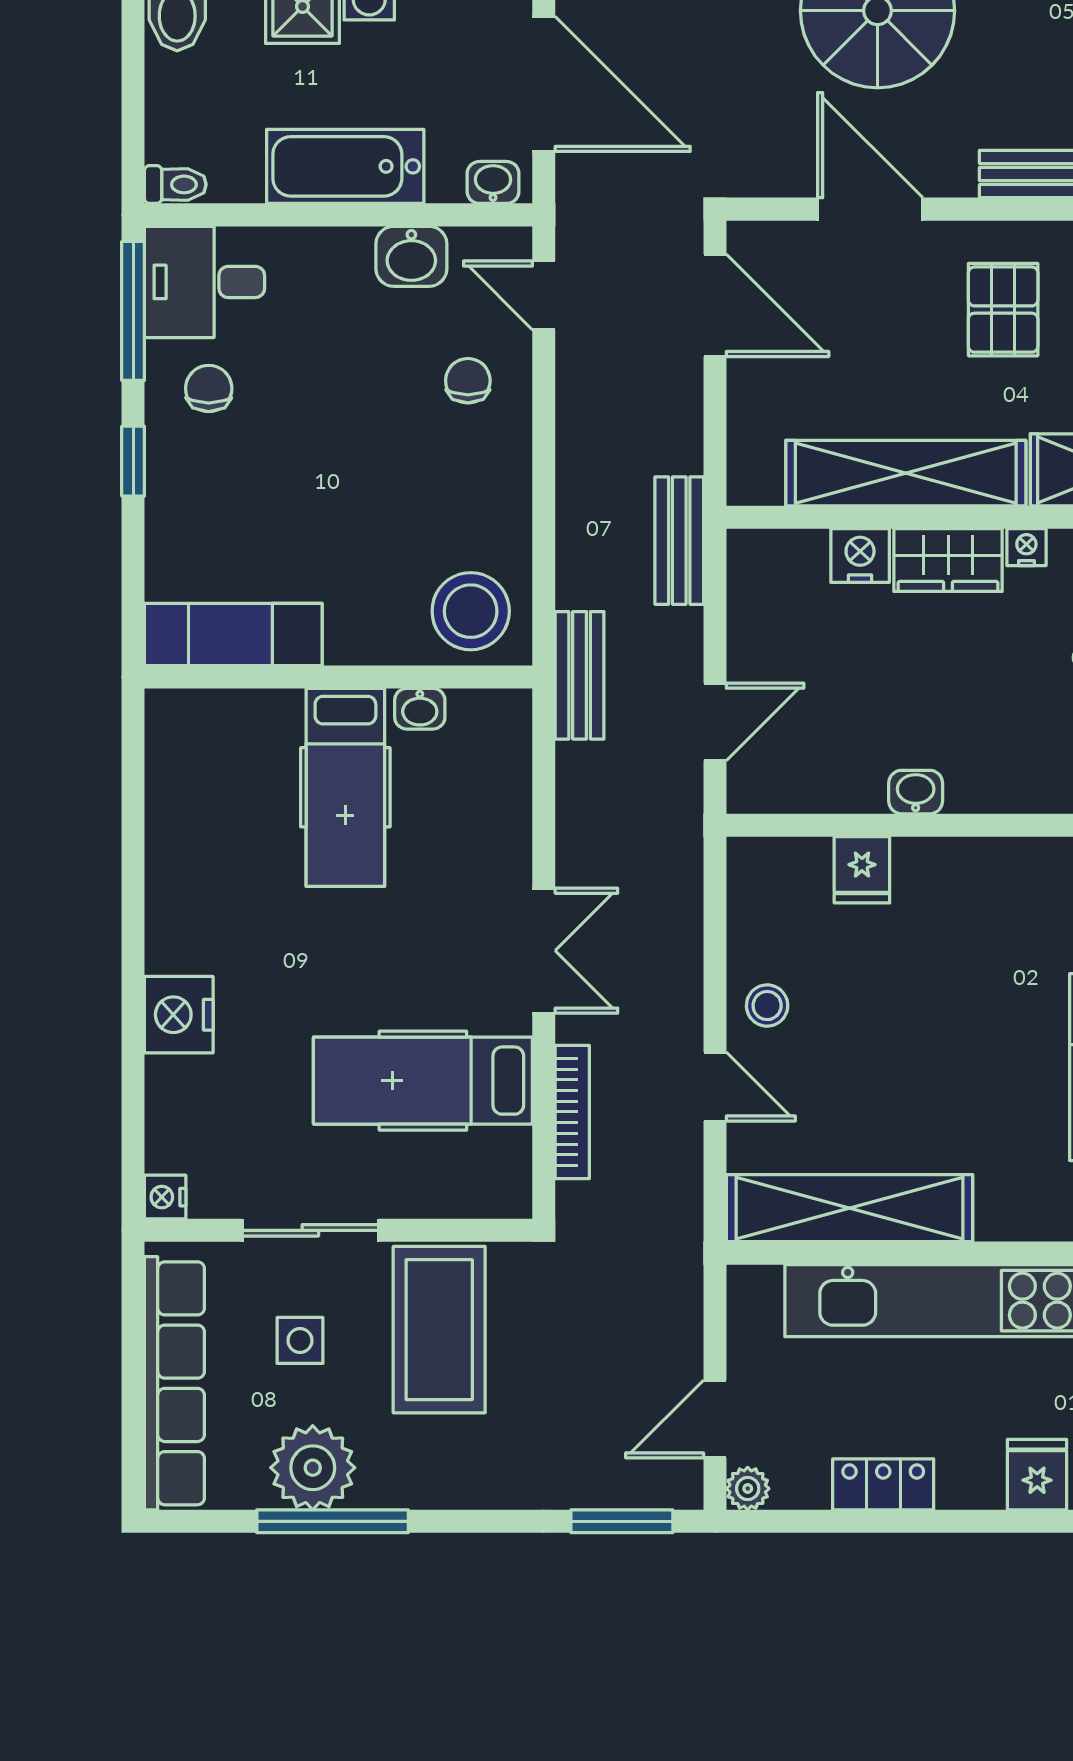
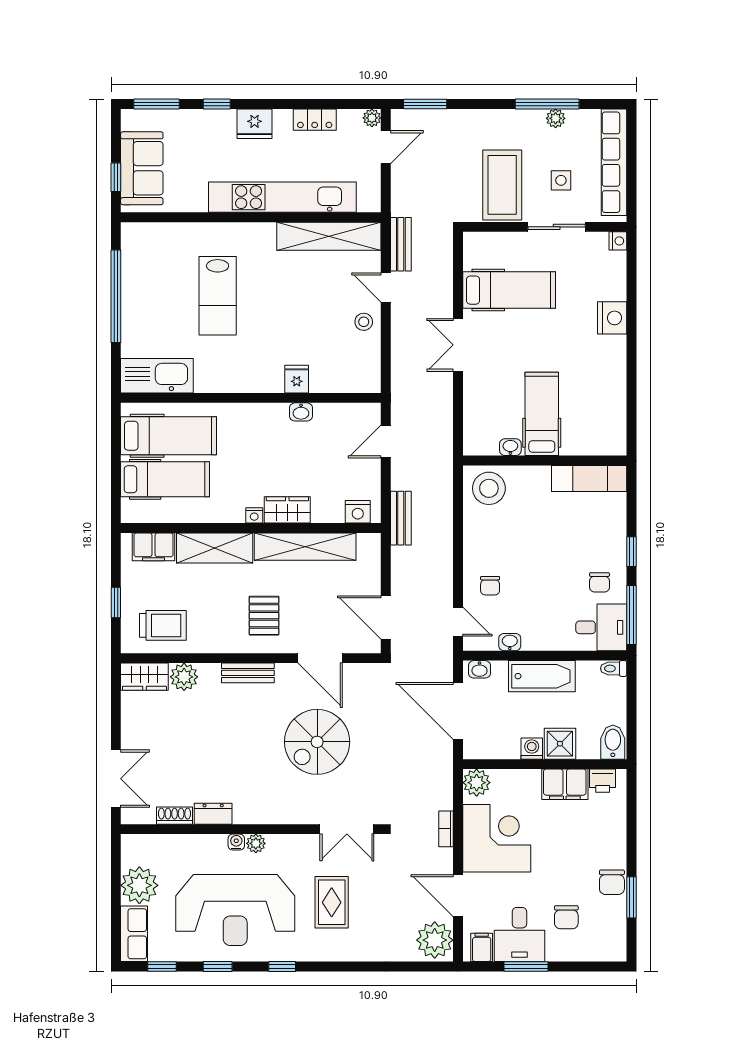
washbasin: (411, 256) -> (510, 642), width x0.72, depth x0.69
nightstand: (860, 556) -> (358, 512), moved
bench: (580, 675) -> (401, 244), moved
fridge: (862, 870) -> (297, 379), moved
bookcase: (572, 1112) -> (446, 277), removed
plant: (313, 1468) -> (556, 118), width x0.53, depth x0.53
fridge: (1037, 1475) -> (255, 124), width x1.38

